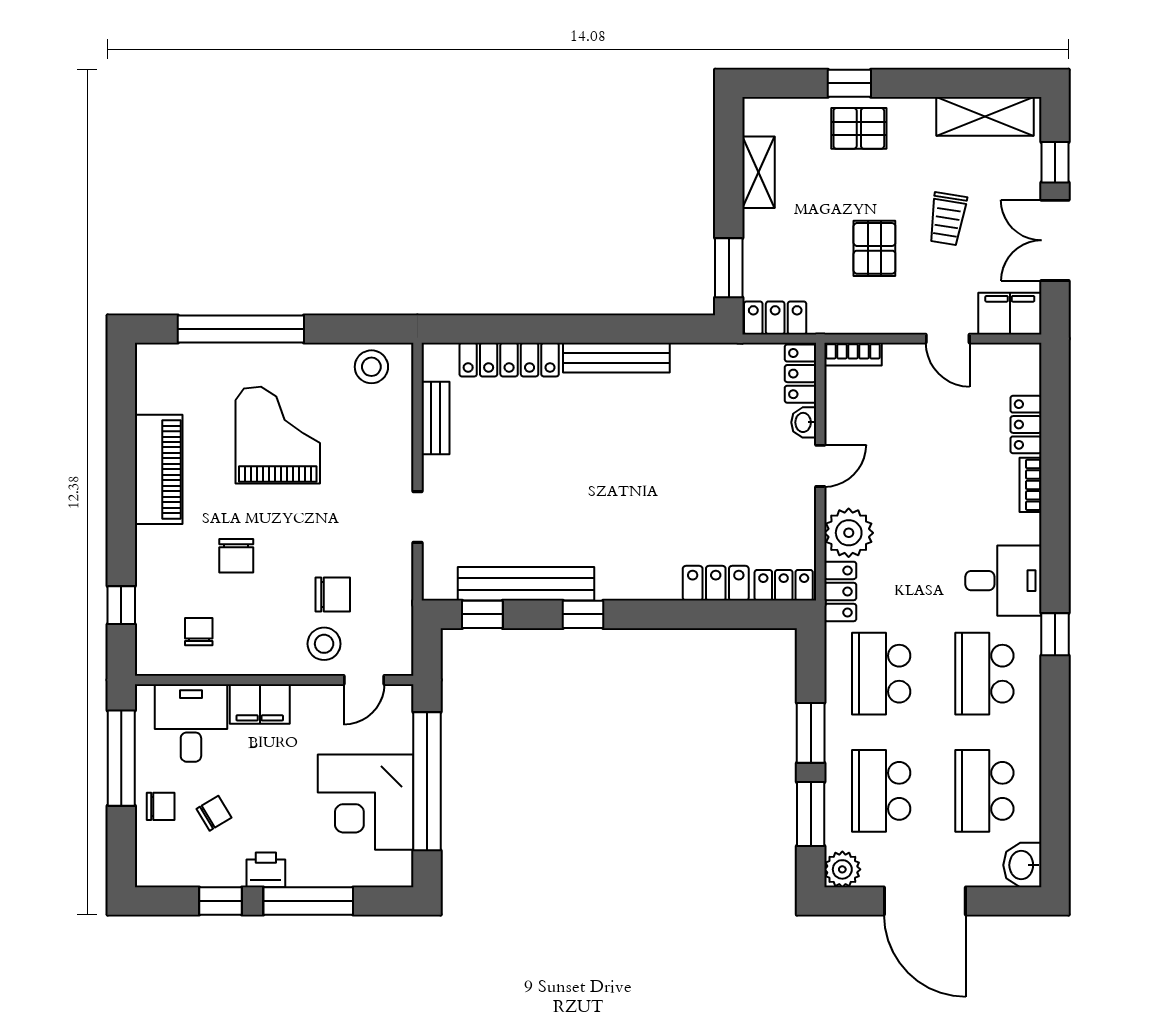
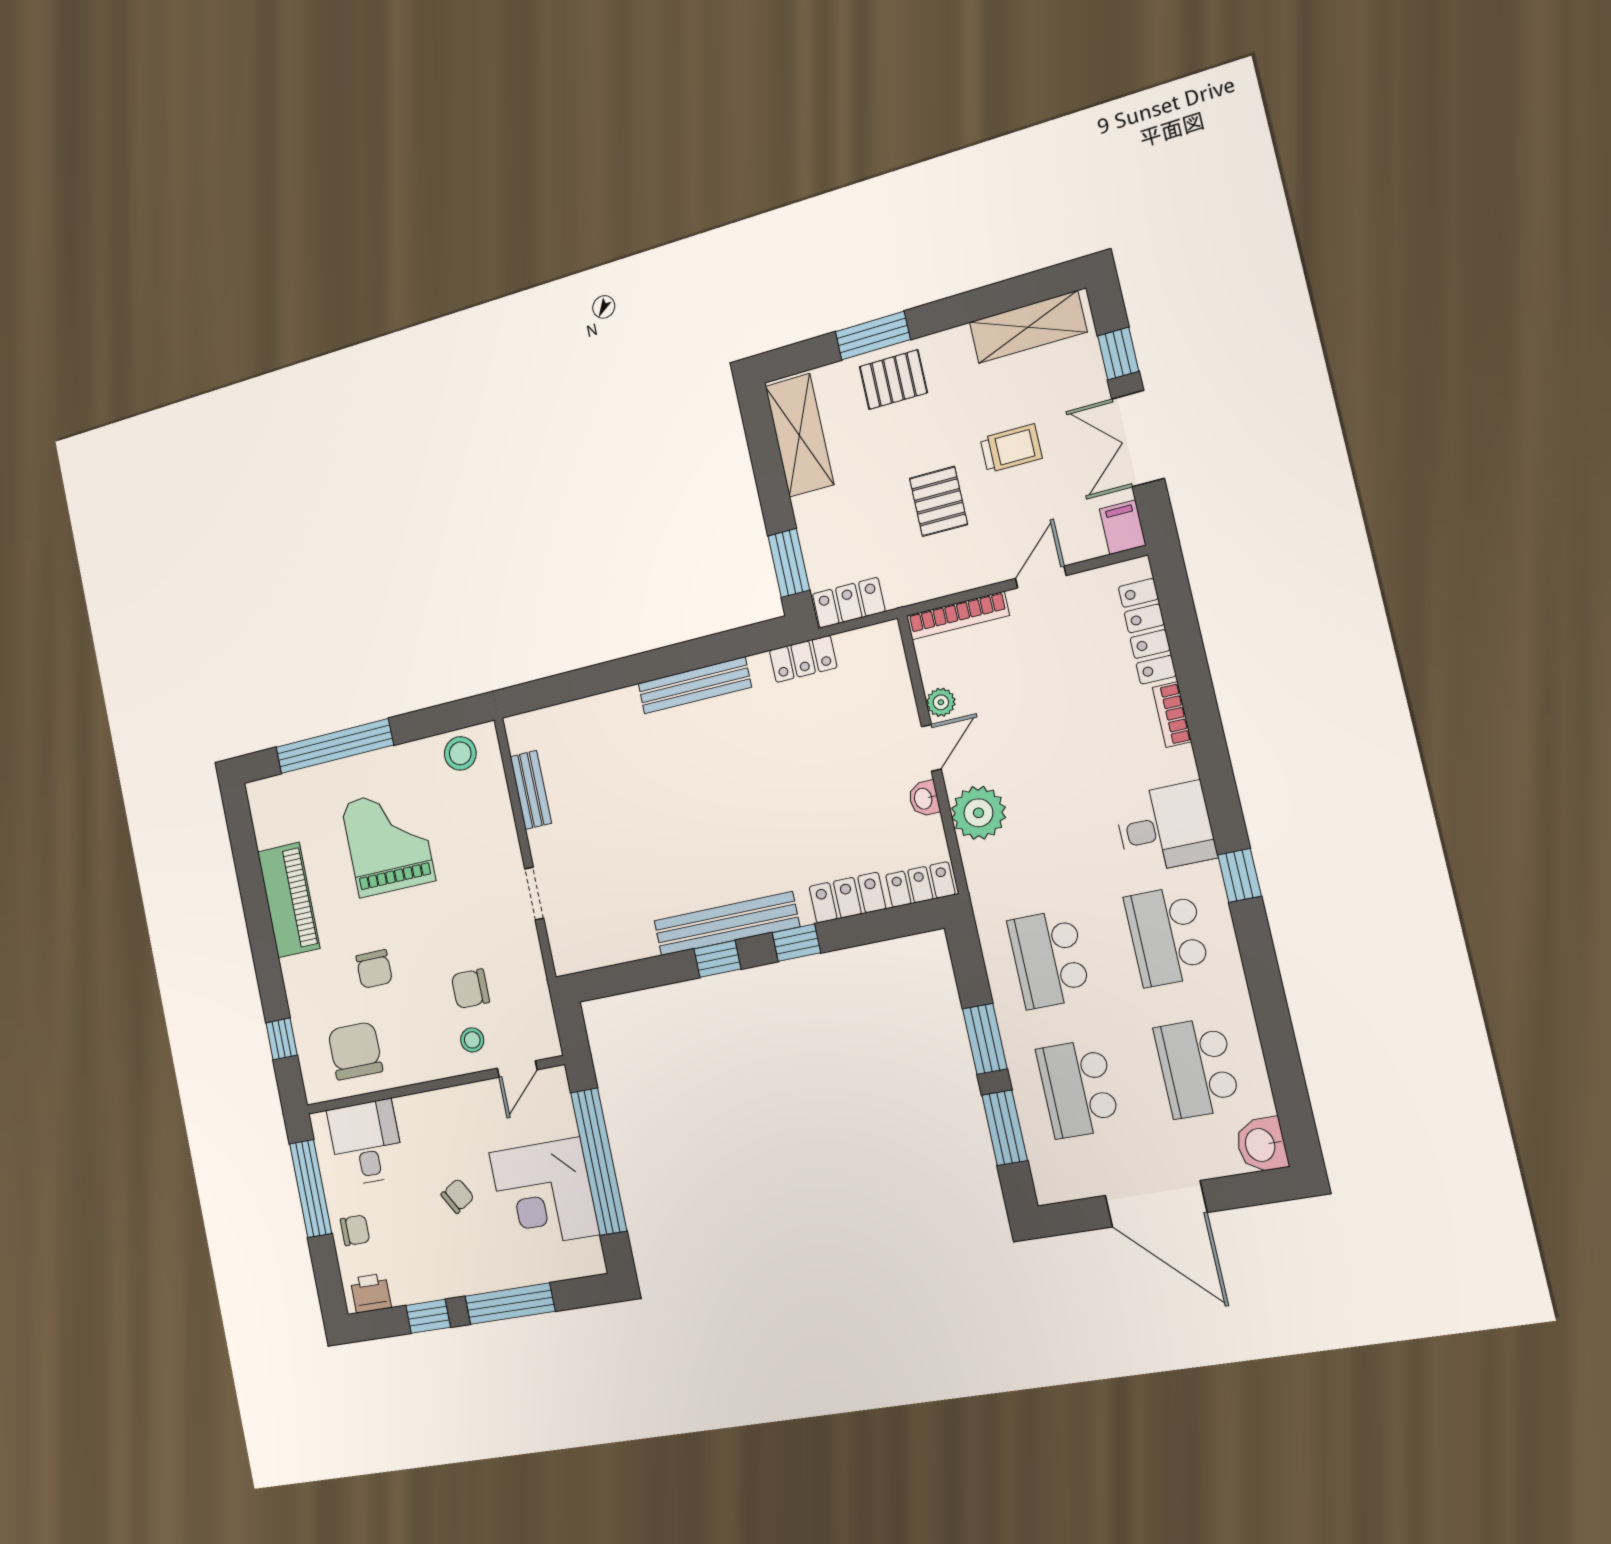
window: (849, 83) -> (873, 336), width x1.50
shelving: (758, 172) -> (800, 435), width x1.50, depth x1.33
trolley: (947, 219) -> (1011, 448), turned -99
filing cabinet: (1010, 314) -> (1123, 527), width x0.50
door: (948, 339) -> (1041, 577), swing flipped
bookcase: (853, 354) -> (958, 616), width x1.56
locker: (509, 360) -> (589, 714), removed
locker: (800, 374) -> (803, 659), moved, turned -90
washbasin: (804, 422) -> (924, 799), moved
locker: (1026, 424) -> (1147, 631), width x1.53
bench: (526, 584) -> (726, 924), moved
locker: (840, 591) -> (983, 878), removed
chair: (333, 594) -> (470, 989), turned 180
window: (482, 614) -> (796, 943), moved
chair: (199, 632) -> (355, 1051), width x1.87, depth x1.87
stool: (324, 644) -> (472, 1040), width x0.73, depth x0.73
filing cabinet: (260, 704) -> (425, 1112), removed
chair: (214, 813) -> (458, 1196), moved
plant: (842, 869) -> (941, 702), moved, width x0.73, depth x0.73
printer: (266, 870) -> (371, 1293), moved

